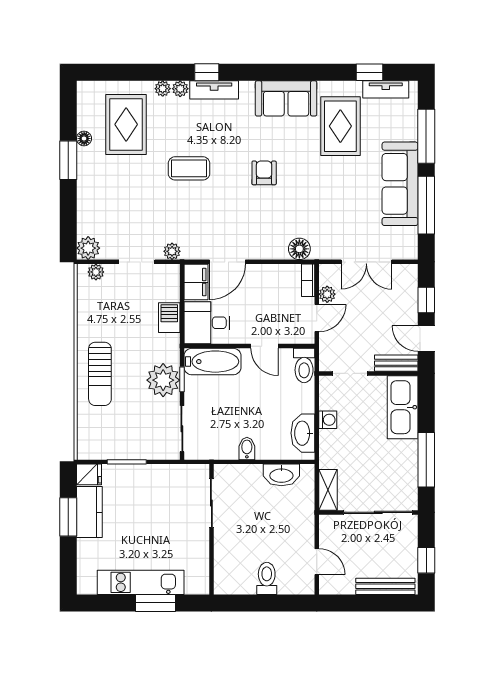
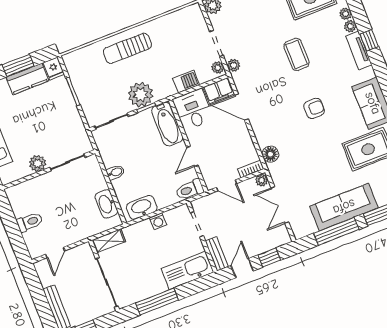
plant: (96, 272) -> (218, 68), moved
plant: (327, 294) -> (262, 180), moved
plant: (198, 540) -> (37, 163), added

